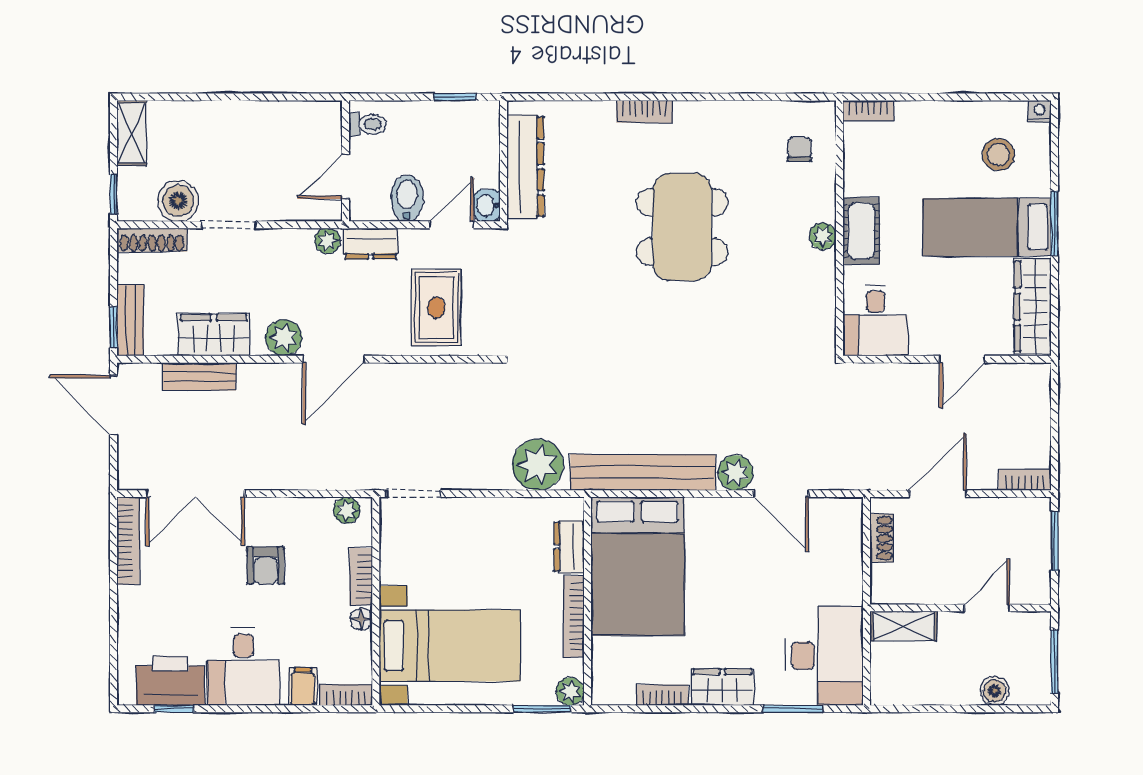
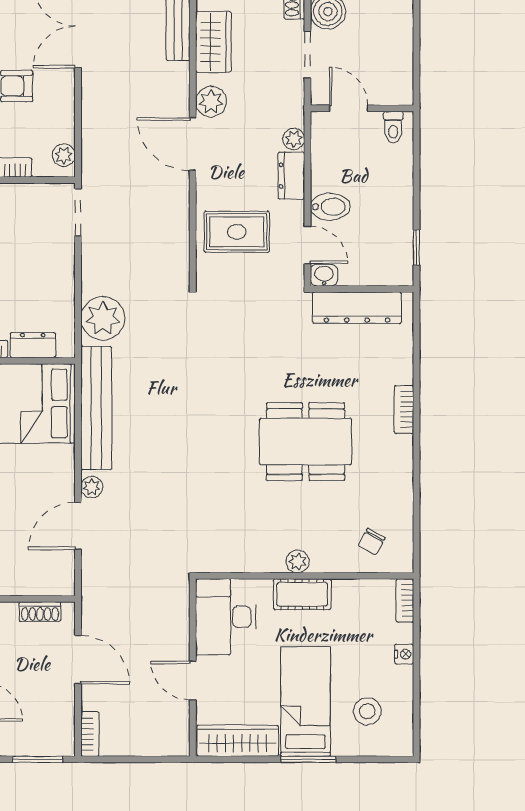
nightstand: (1040, 111) -> (404, 654), moved
toilet: (368, 124) -> (393, 127), moved
chair: (799, 149) -> (372, 541), turned 119
wall: (345, 161) -> (362, 108), moved
door: (345, 177) -> (349, 108), moved
desk: (875, 321) -> (226, 617), width x1.37
plant: (736, 473) -> (92, 487), width x0.73, depth x0.73

